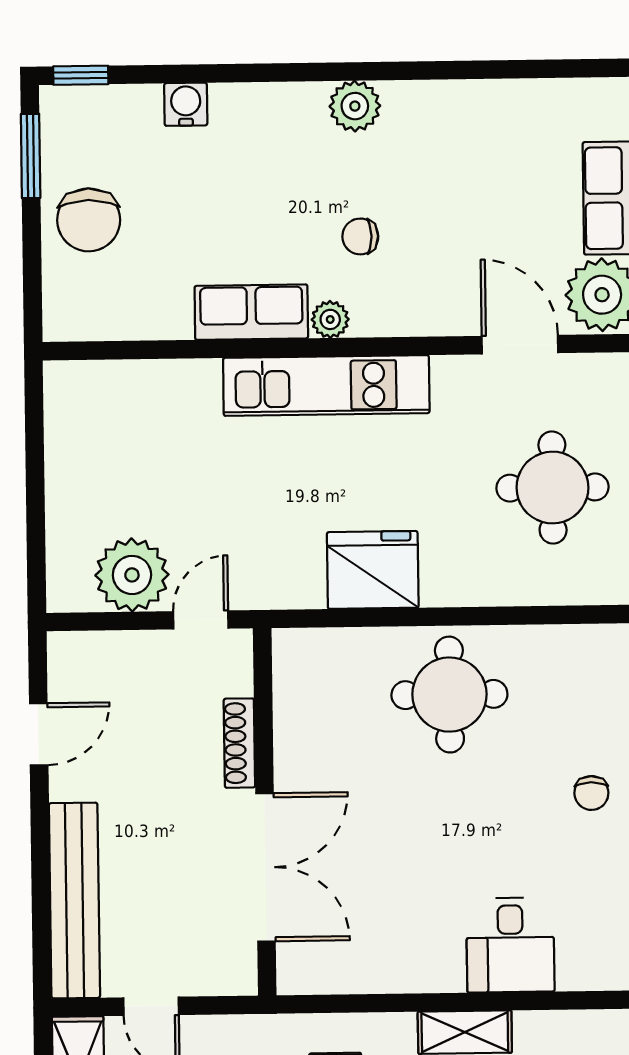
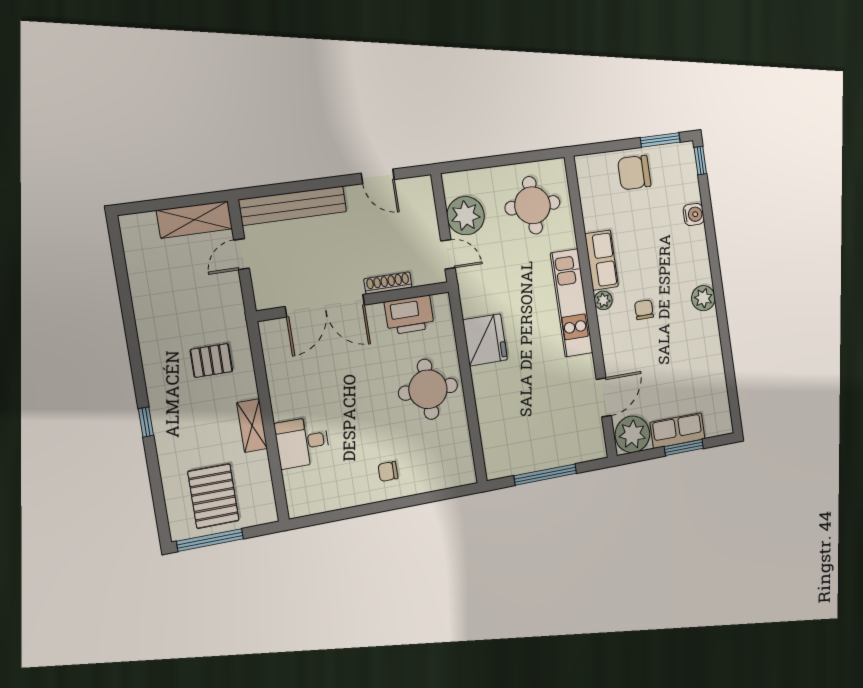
round table: (552, 488) -> (532, 205), moved
printer: (304, 711) -> (409, 315), added

